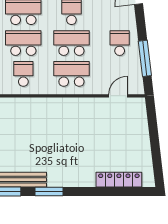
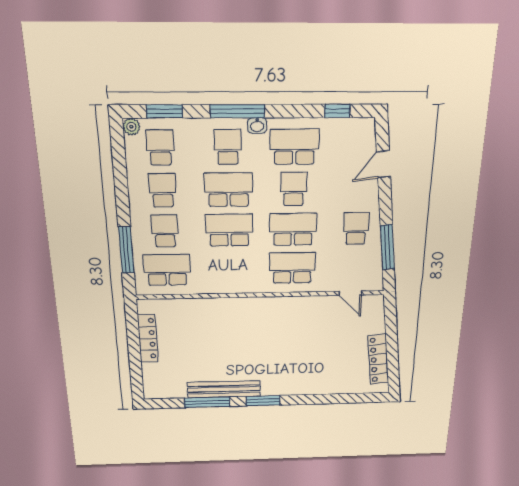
school desk: (23, 74) -> (230, 269), removed
door: (118, 96) -> (350, 293), swing flipped
locker: (119, 180) -> (378, 359), moved, turned -97

